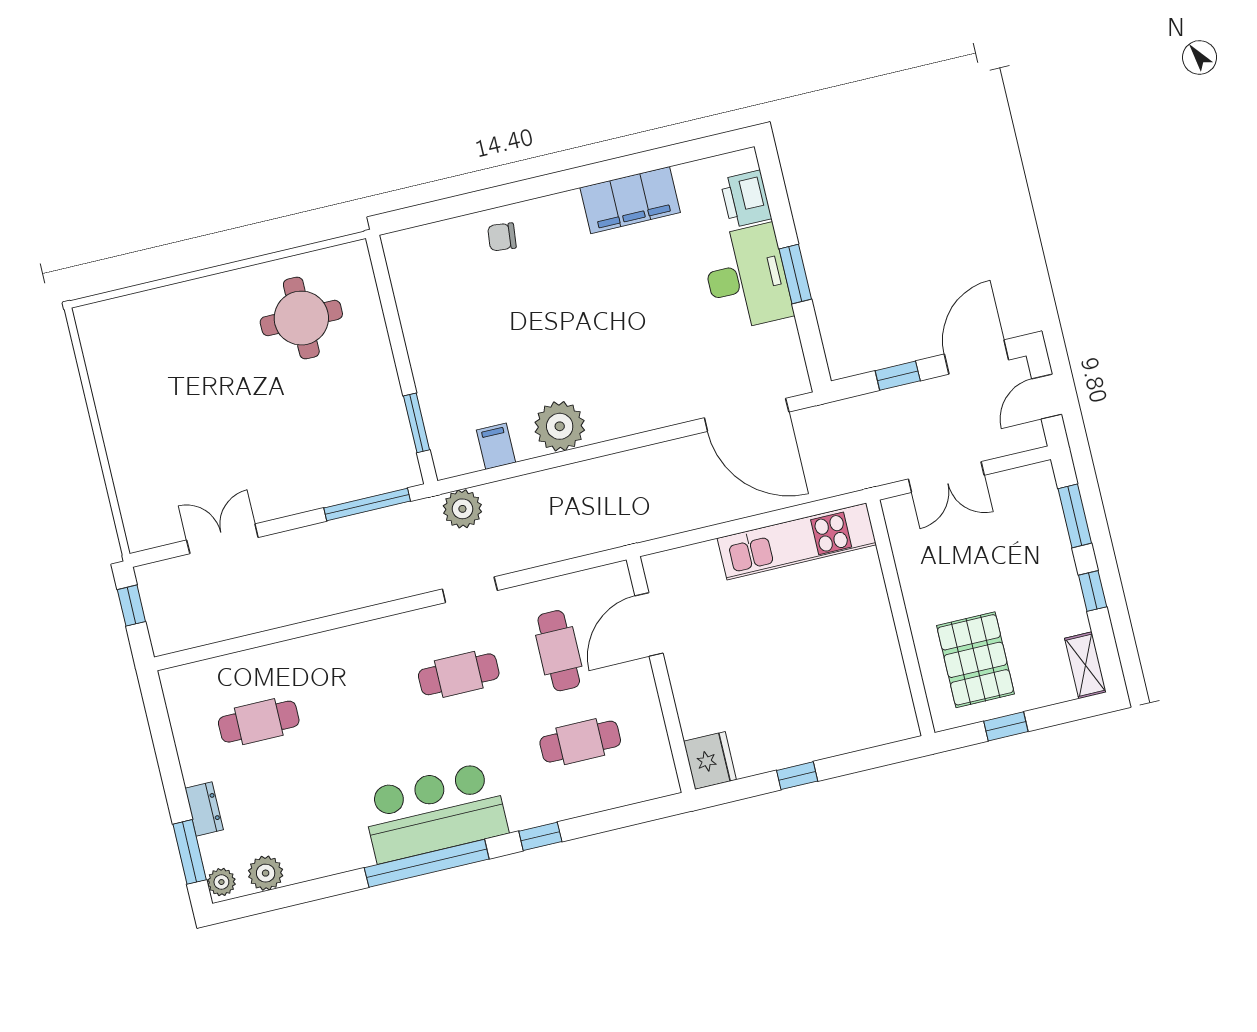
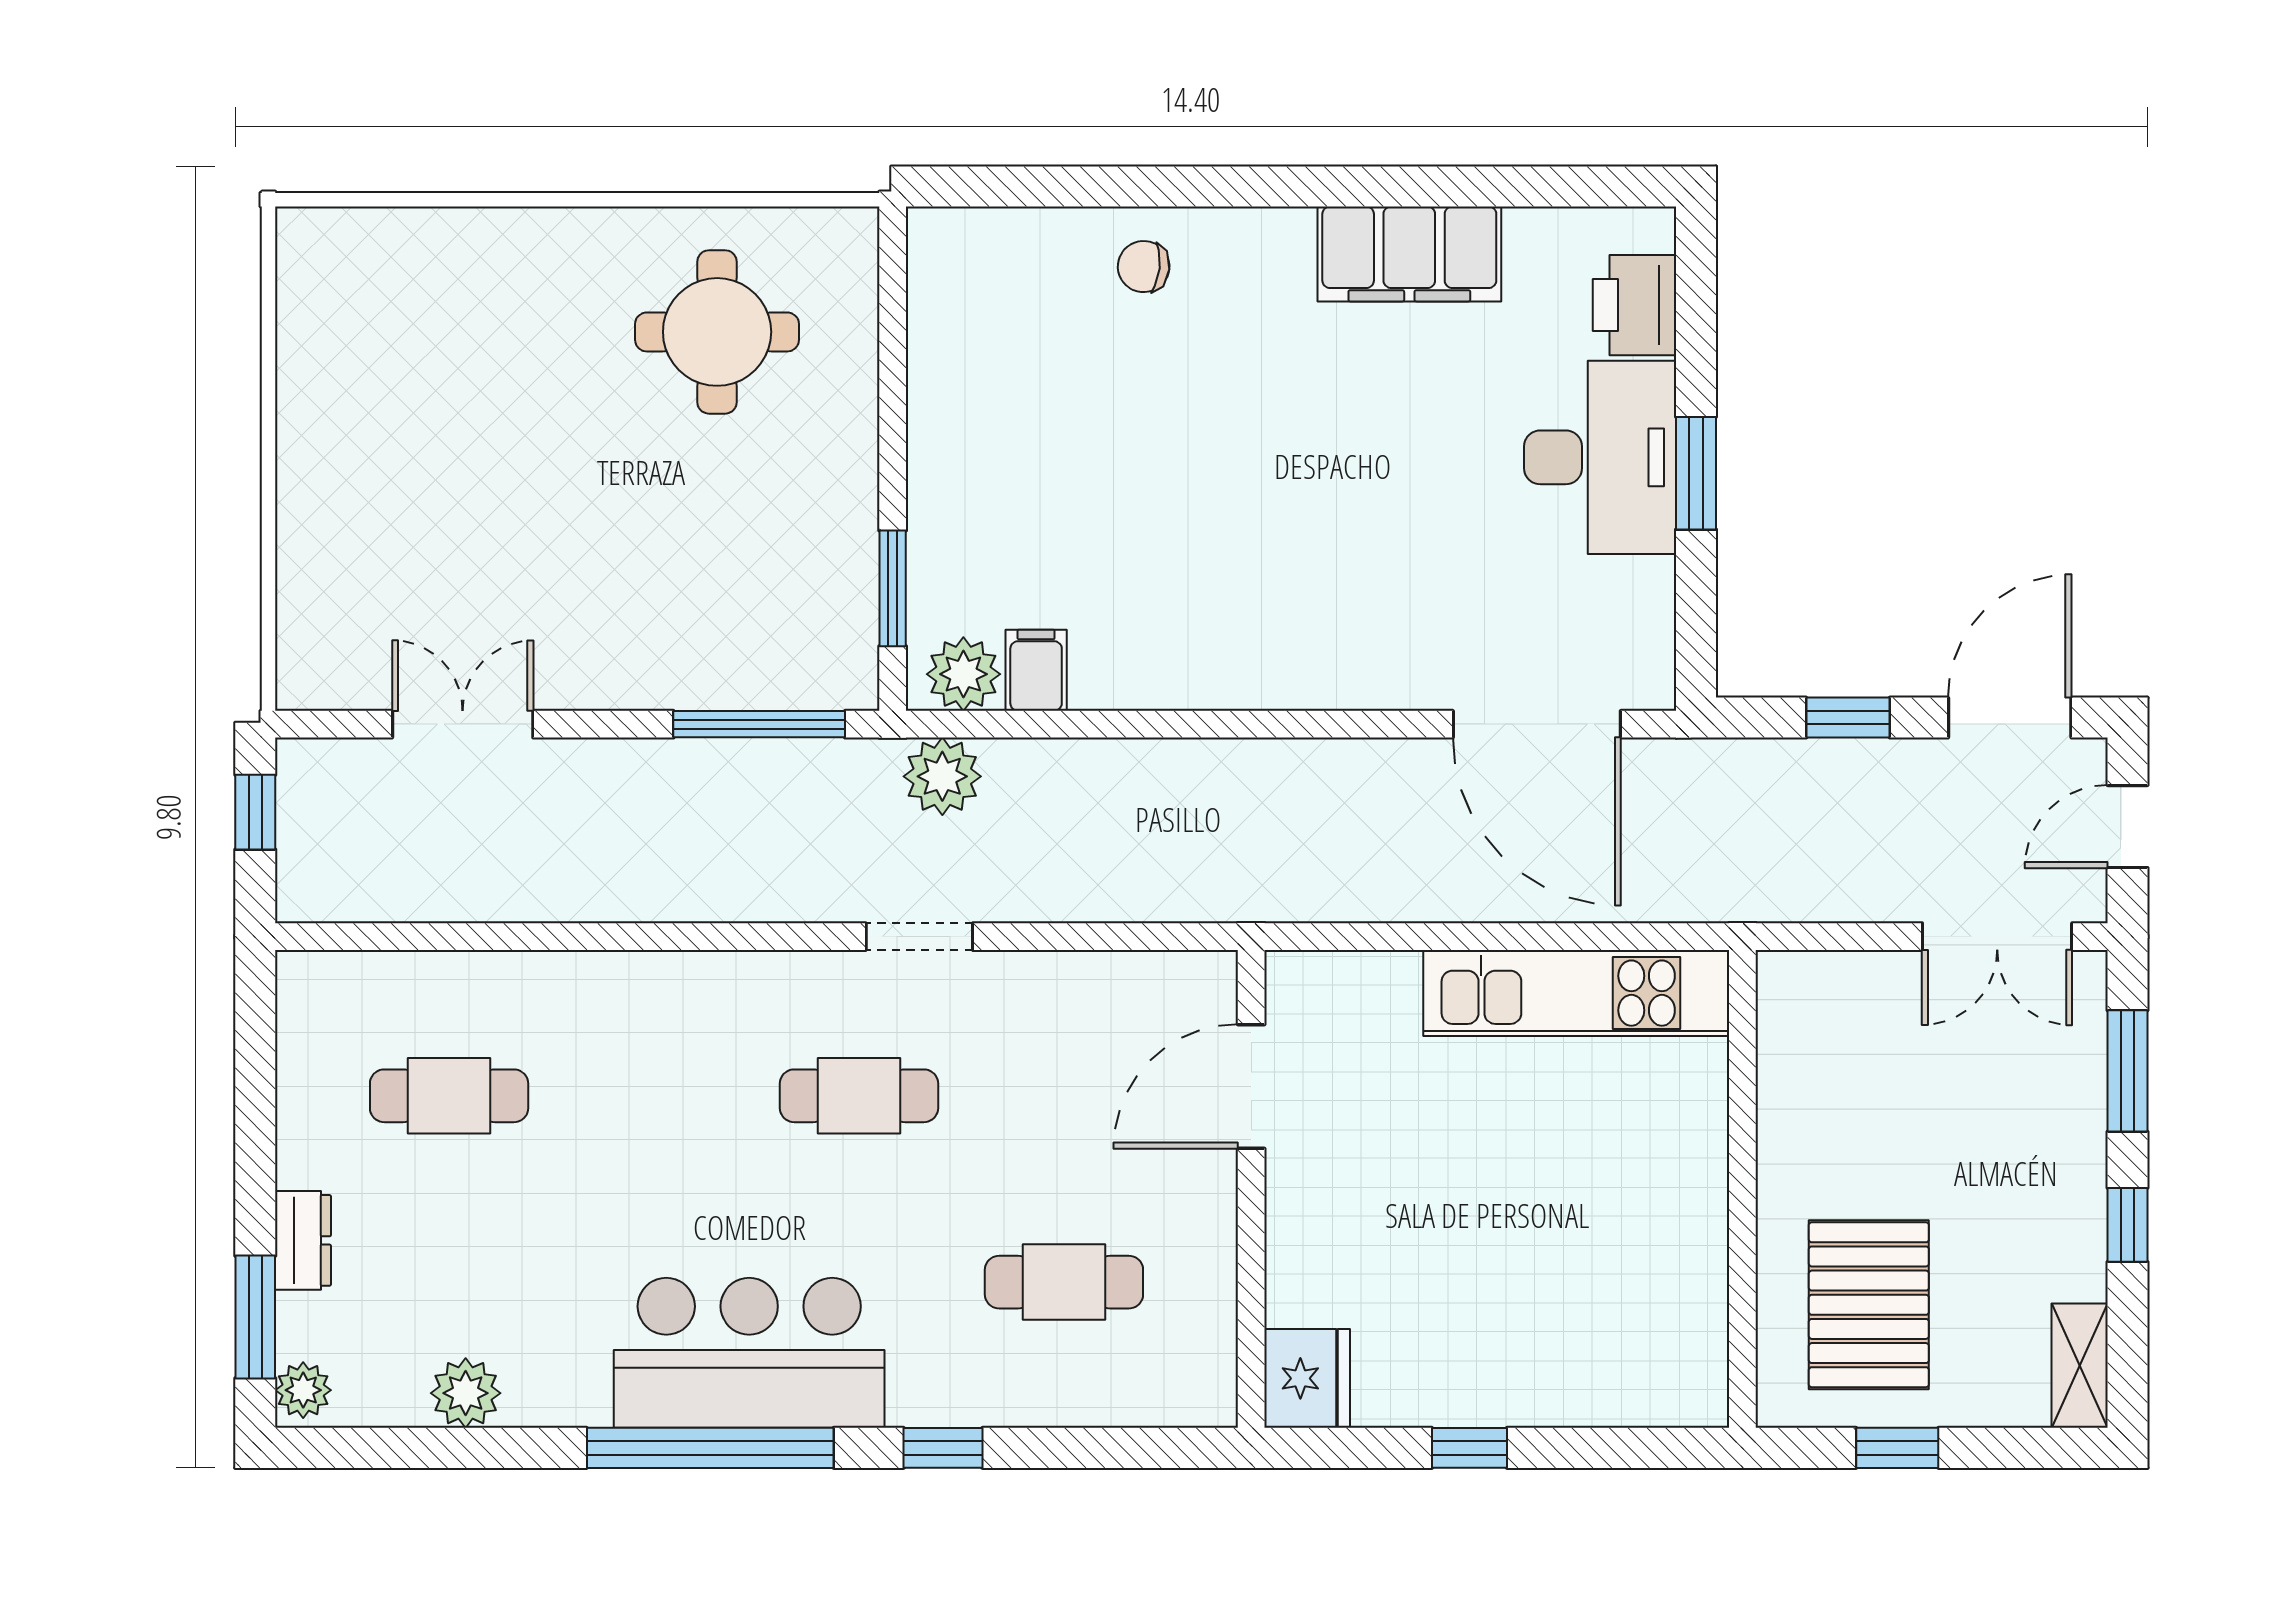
plant: (560, 426) -> (963, 674), moved, width x0.73, depth x0.73
double door: (946, 477) -> (1997, 937), moved
cafe table: (559, 651) -> (1064, 1096), removed
plant: (266, 873) -> (466, 1393), moved

